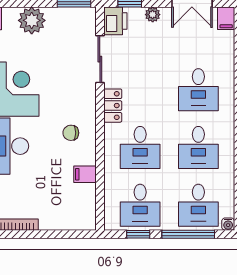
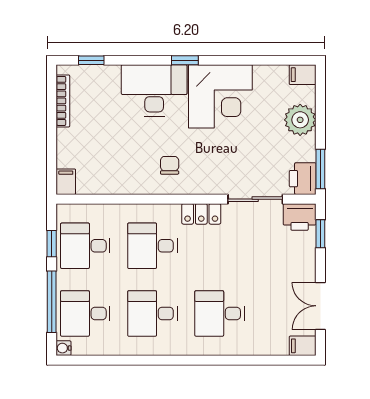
plant: (153, 15) -> (307, 260), removed
printer: (82, 18) -> (303, 179), added
filing cabinet: (85, 174) -> (66, 182), moved

